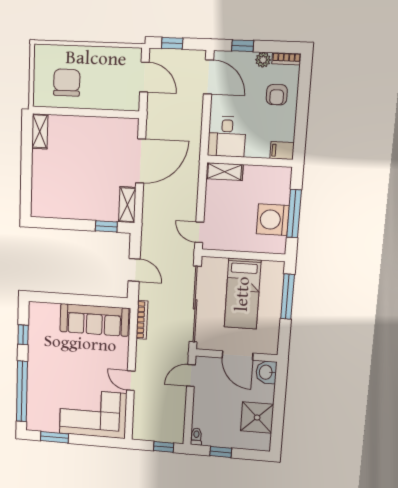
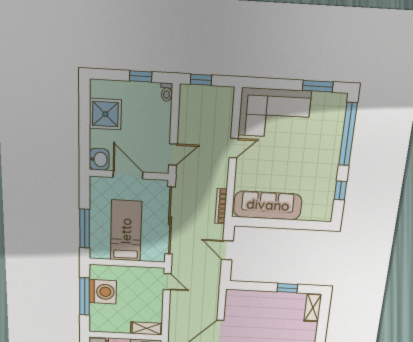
shelving: (127, 205) -> (313, 308), moved
window: (106, 226) -> (287, 288), moved
door: (131, 381) -> (234, 148), hinge flipped

